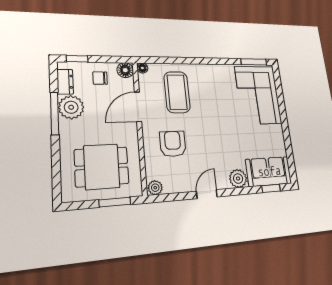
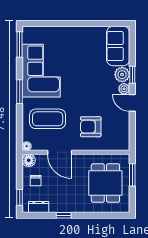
window: (204, 61) -> (20, 92), added
corner sofa: (258, 95) -> (41, 71), moved, turned -90
plant: (71, 107) -> (59, 203), removed
window: (55, 113) -> (64, 215), width x0.46
plant: (155, 188) -> (124, 89), moved
window: (271, 188) -> (132, 75), moved

